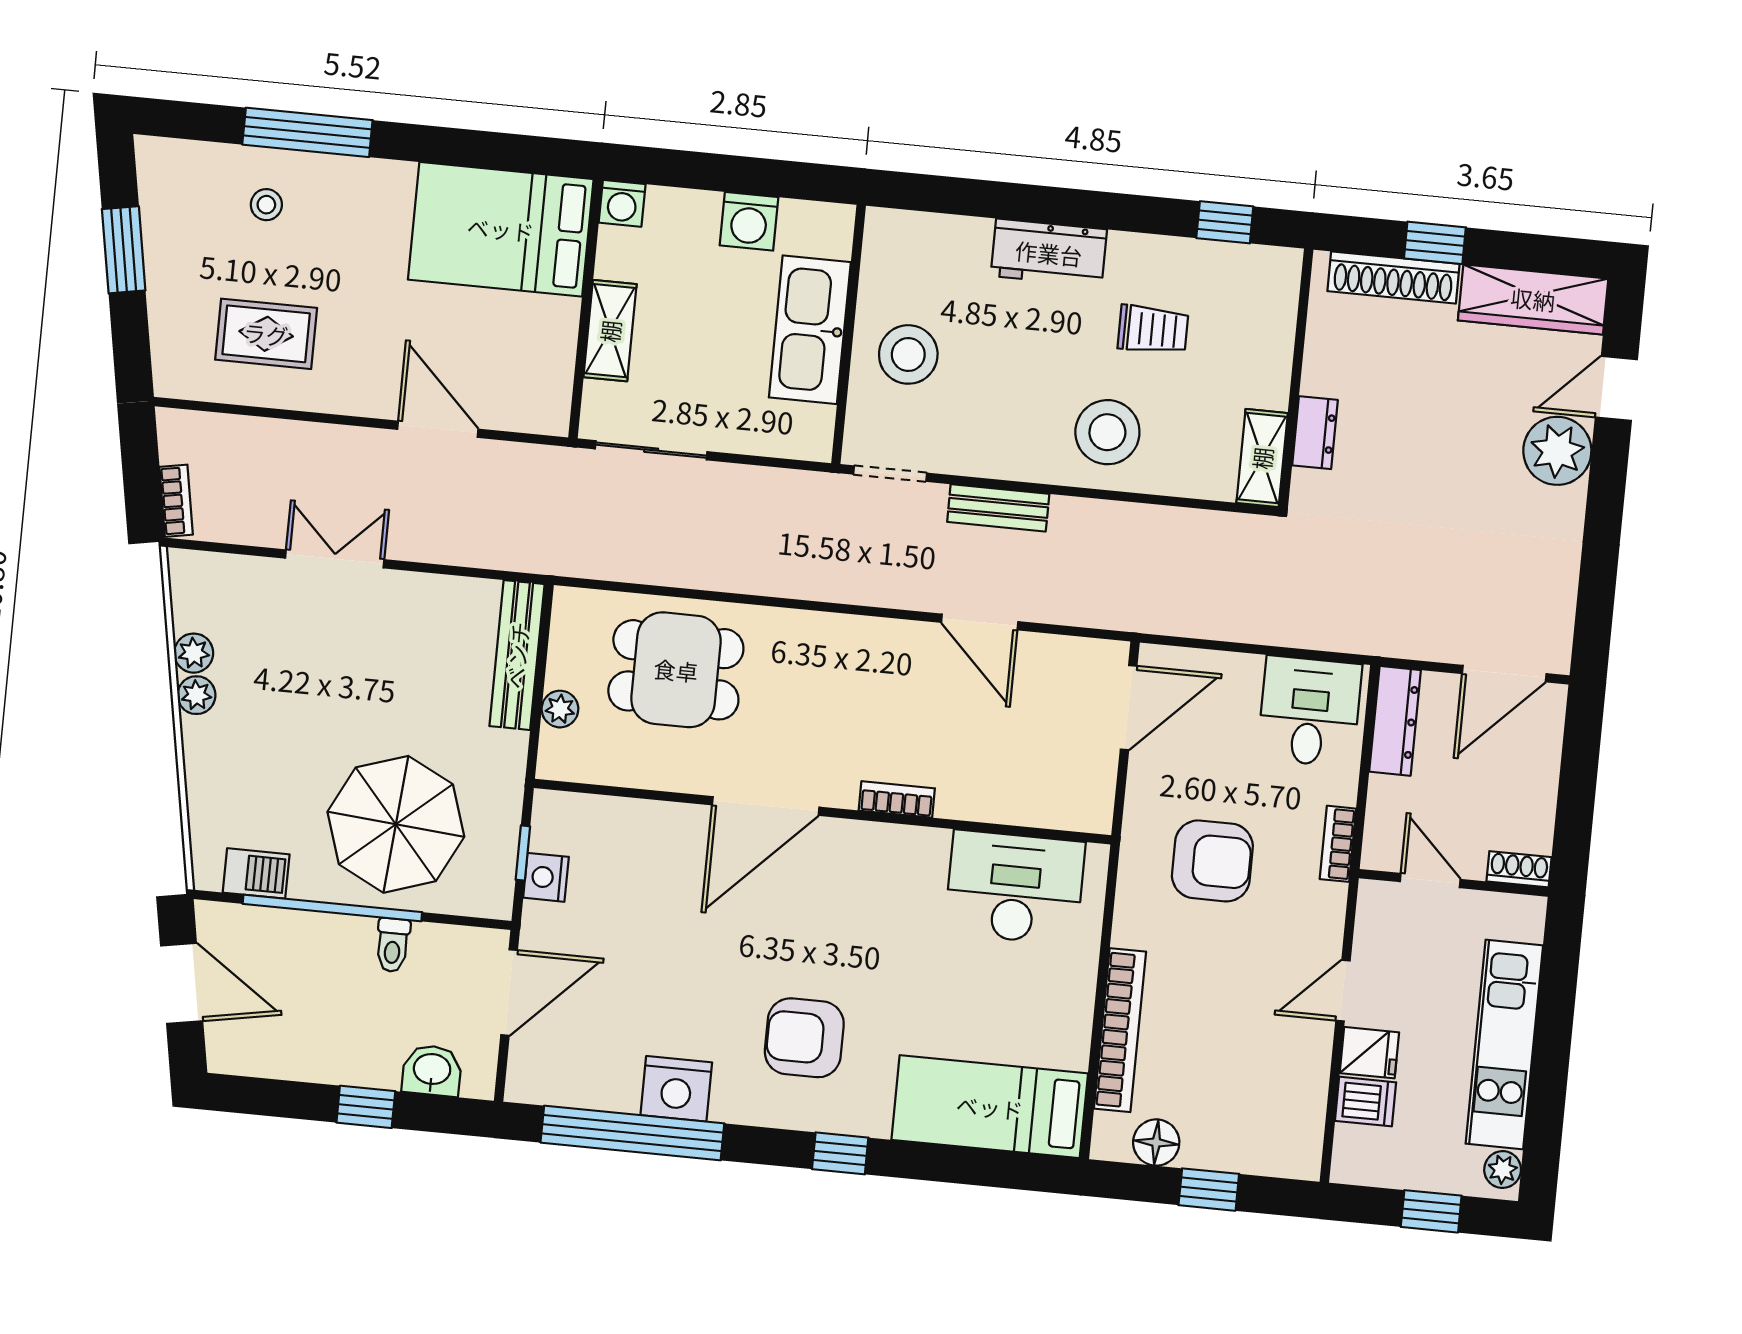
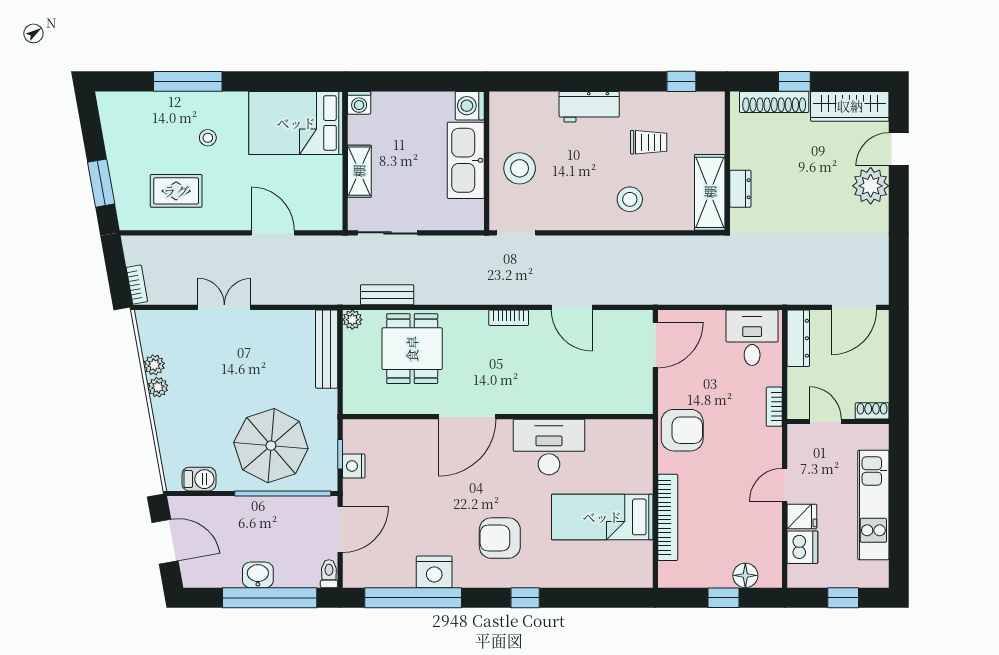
stool: (266, 205) -> (208, 138), moved
washing machine: (749, 221) -> (470, 106), moved, turned 90
window: (124, 250) -> (101, 183), moved
stool: (1107, 432) -> (630, 199), width x0.73, depth x0.73
shelving: (1262, 458) -> (710, 192), width x1.50, depth x1.33
bench: (998, 508) -> (387, 295), moved
dining table: (676, 670) -> (412, 349), turned 90
plant: (560, 709) -> (352, 320), moved
bookcase: (897, 799) -> (509, 318), moved, turned 180
armchair: (1212, 861) -> (682, 430), moved
desk: (1015, 888) -> (549, 447), moved
window: (332, 908) -> (283, 493), moved
toilet: (393, 945) -> (329, 574), moved, turned 180
washbasin: (432, 1070) -> (258, 575), moved
dishwasher: (1366, 1102) -> (802, 547), width x1.38
window: (366, 1107) -> (270, 598), width x3.17
bed: (990, 1107) -> (602, 517), moved
floor lamp: (1156, 1142) -> (745, 575), moved
plant: (1503, 1170) -> (879, 572), removed

